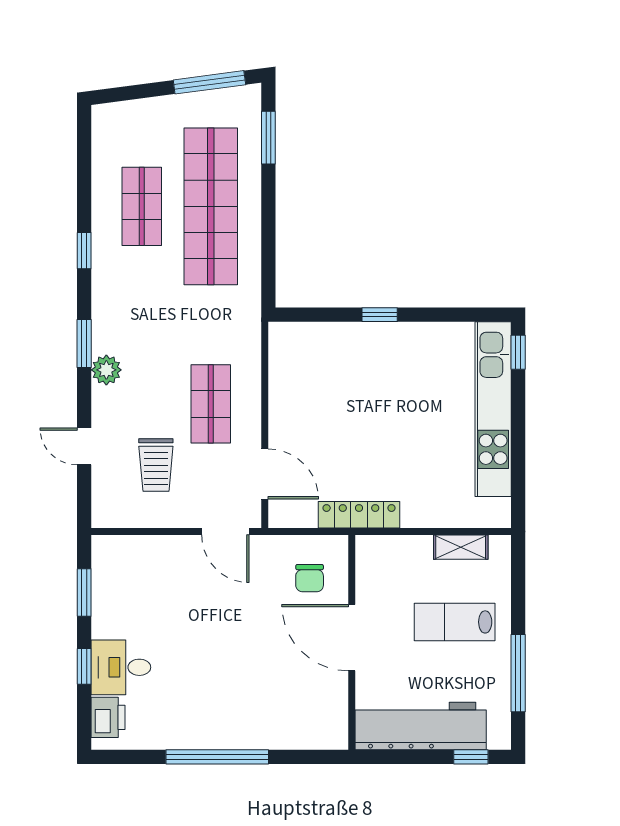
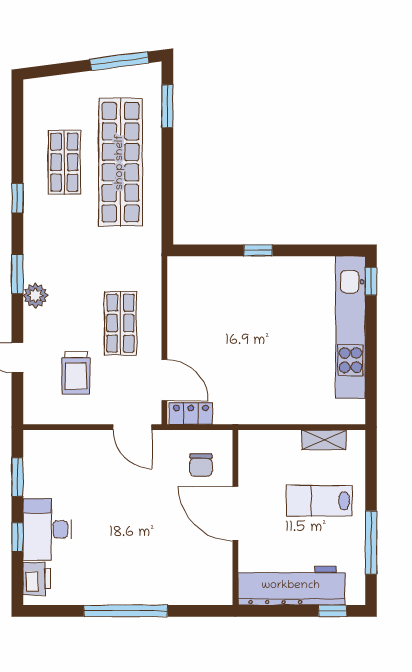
locker: (359, 515) -> (191, 413), moved, width x0.66
desk: (121, 667) -> (47, 529), width x1.37

